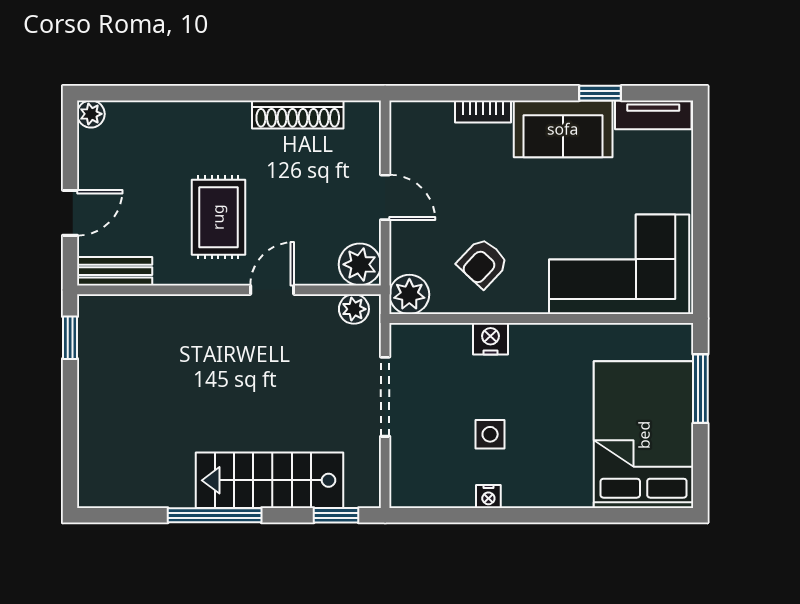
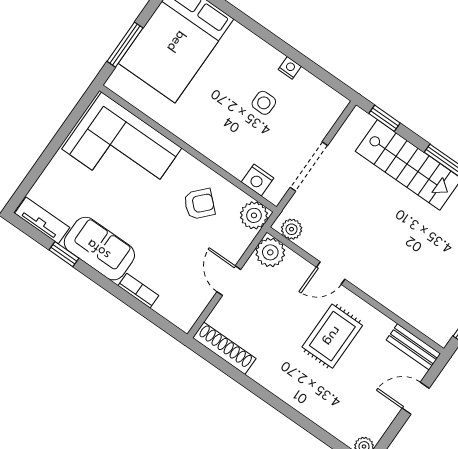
shoe rack: (298, 114) -> (224, 348), moved
nightstand: (490, 339) -> (258, 180), moved

